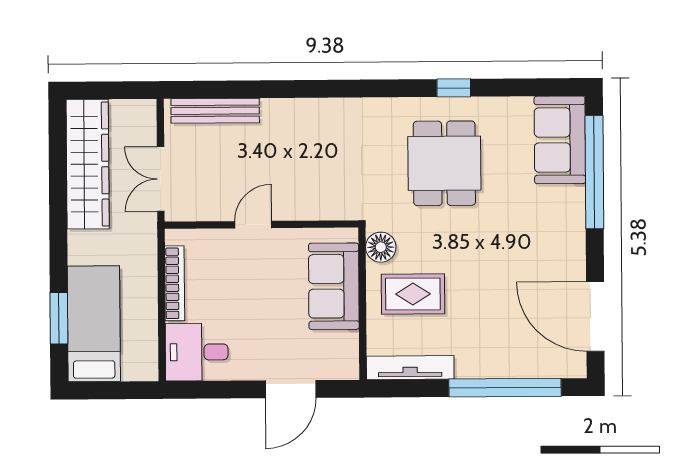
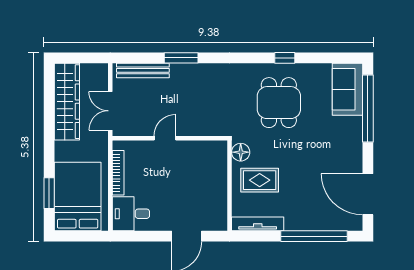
window: (279, 89) -> (181, 58), added
sofa: (334, 286) -> (213, 175), removed
bed: (94, 324) -> (78, 197), width x1.50

